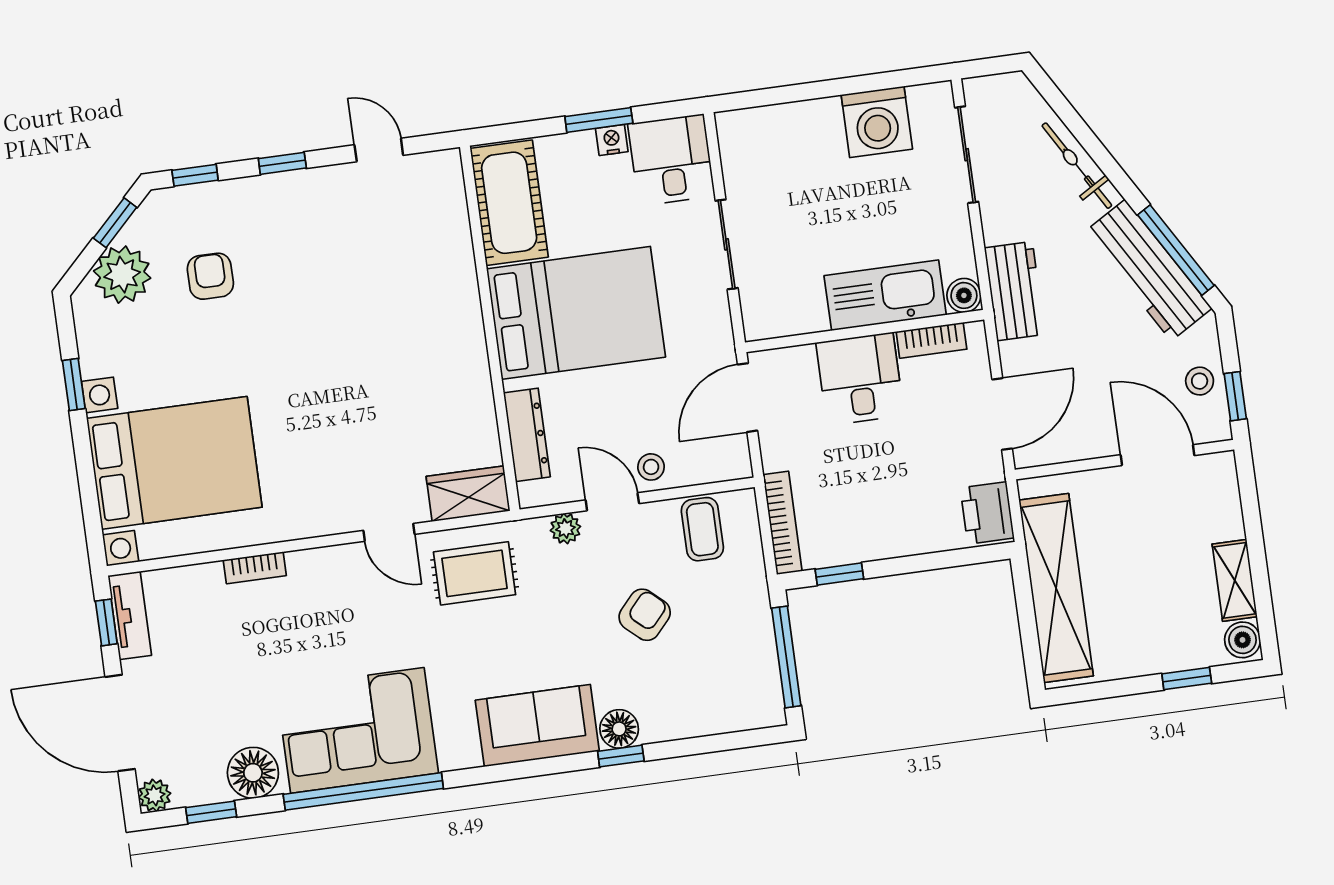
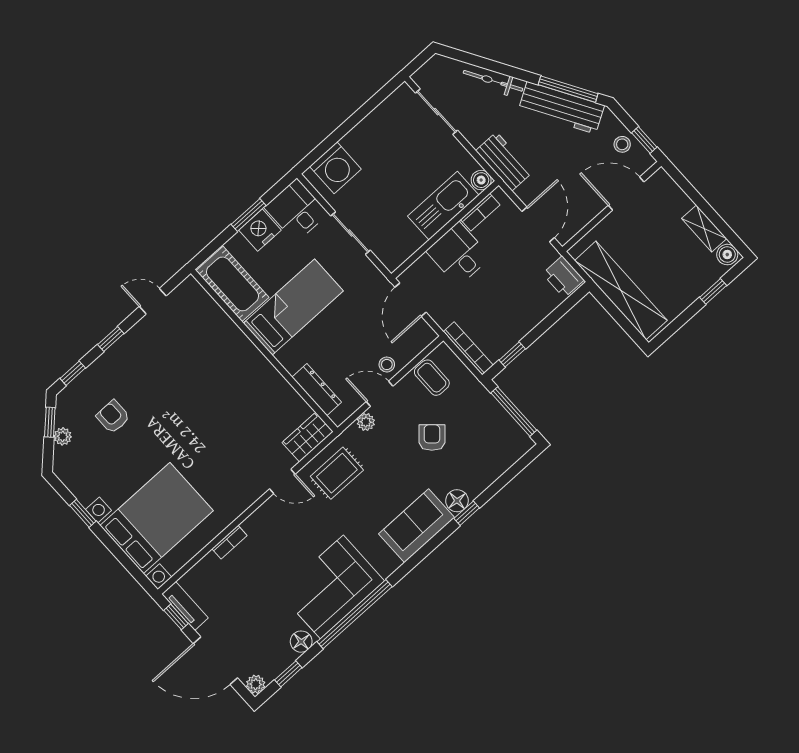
washing machine: (877, 122) -> (335, 168), moved
nightstand: (612, 140) -> (260, 230), width x1.89, depth x1.79
plant: (122, 275) -> (63, 436), width x0.53, depth x0.53
bed: (576, 313) -> (293, 307), width x0.67
floor lamp: (253, 773) -> (301, 642), width x0.73, depth x0.73

